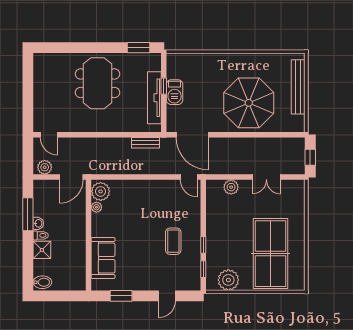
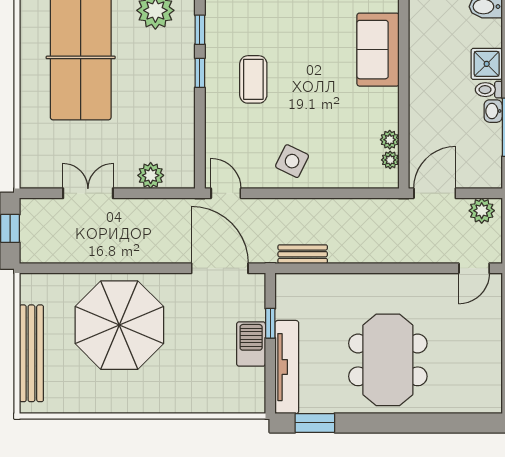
window: (164, 86) -> (270, 323), moved
tv unit: (154, 98) -> (287, 367), moved
door: (49, 135) -> (474, 268), swing flipped
plant: (101, 191) -> (390, 160), width x0.53, depth x0.53
side table: (151, 195) -> (292, 161), added

